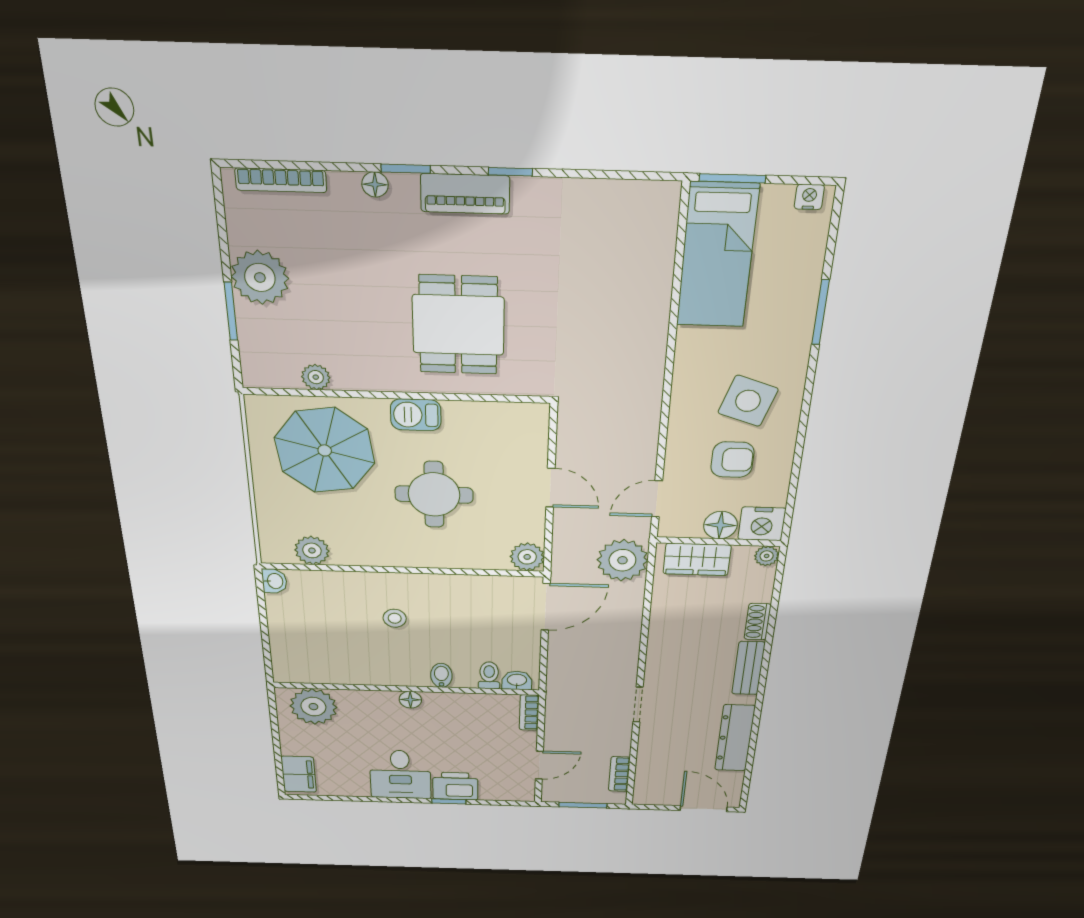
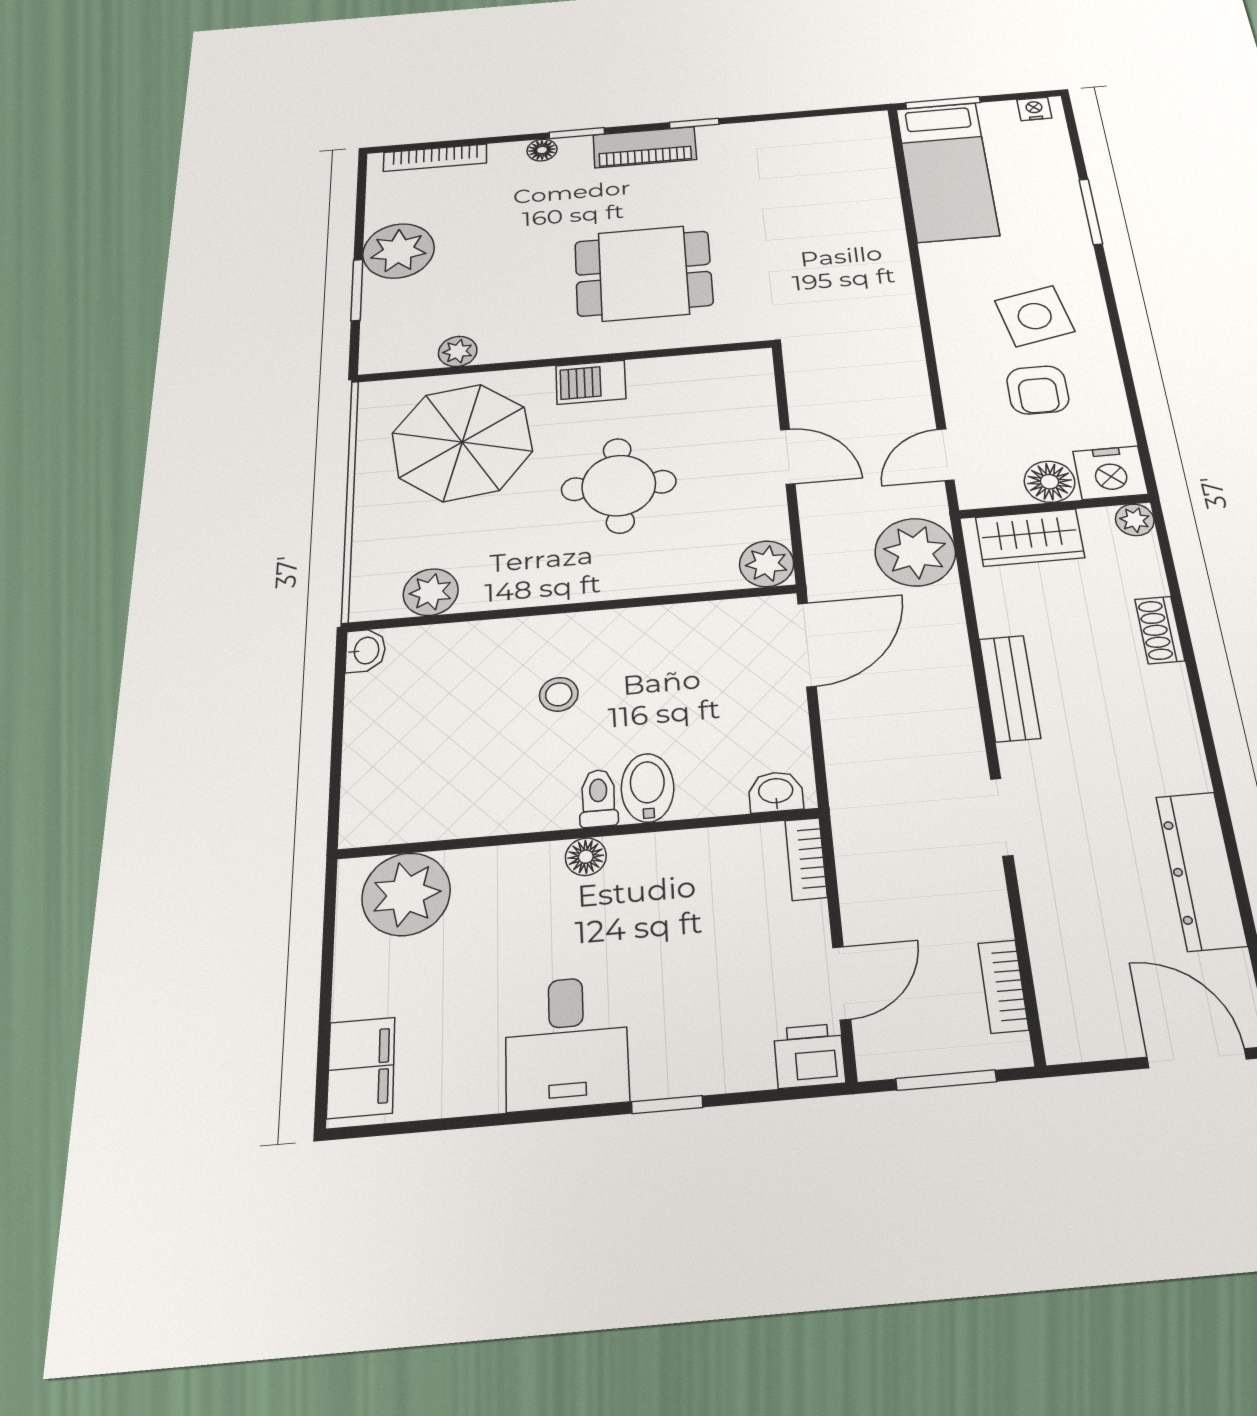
dining table: (458, 325) -> (643, 273), turned 90
side table: (748, 401) -> (1035, 316), turned -30
armchair: (732, 460) -> (1038, 390), turned 90
bench: (748, 668) -> (1010, 688), moved
bidet: (441, 675) -> (648, 788), width x1.38, depth x1.36
toilet: (489, 675) -> (598, 798), moved
printer: (455, 786) -> (809, 1056), moved, width x0.73, depth x0.81

